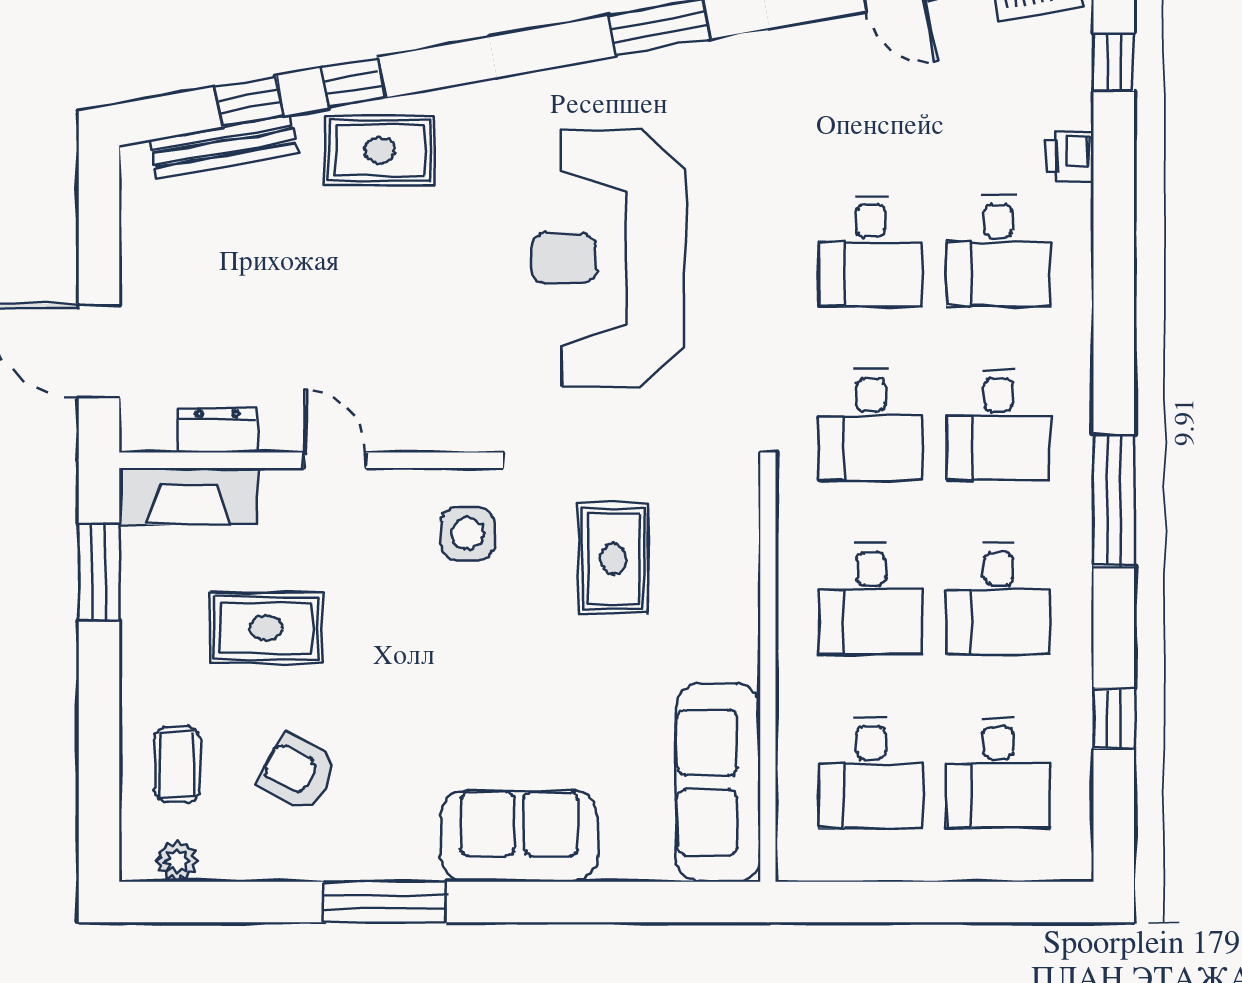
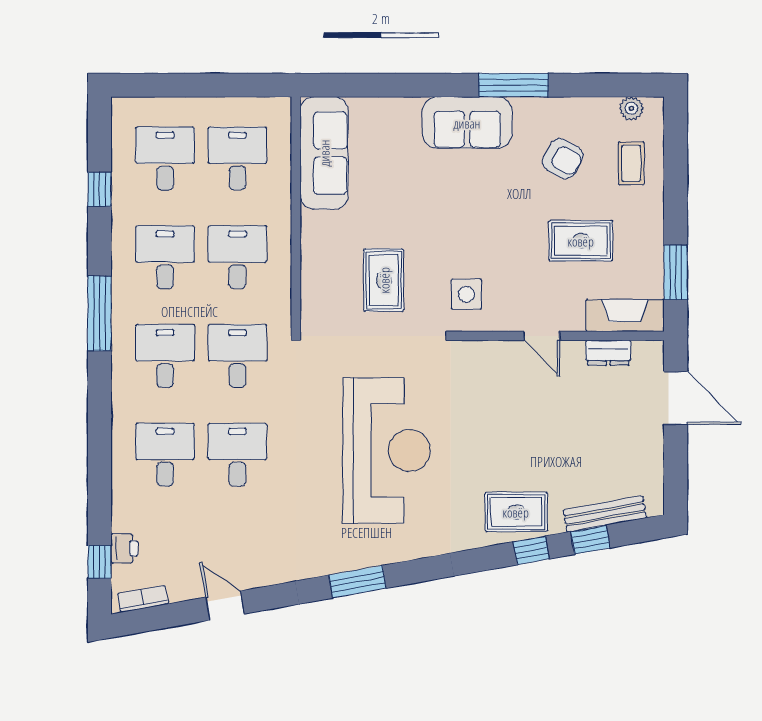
printer: (1070, 156) -> (124, 548), moved
sofa: (519, 836) -> (467, 123), moved

